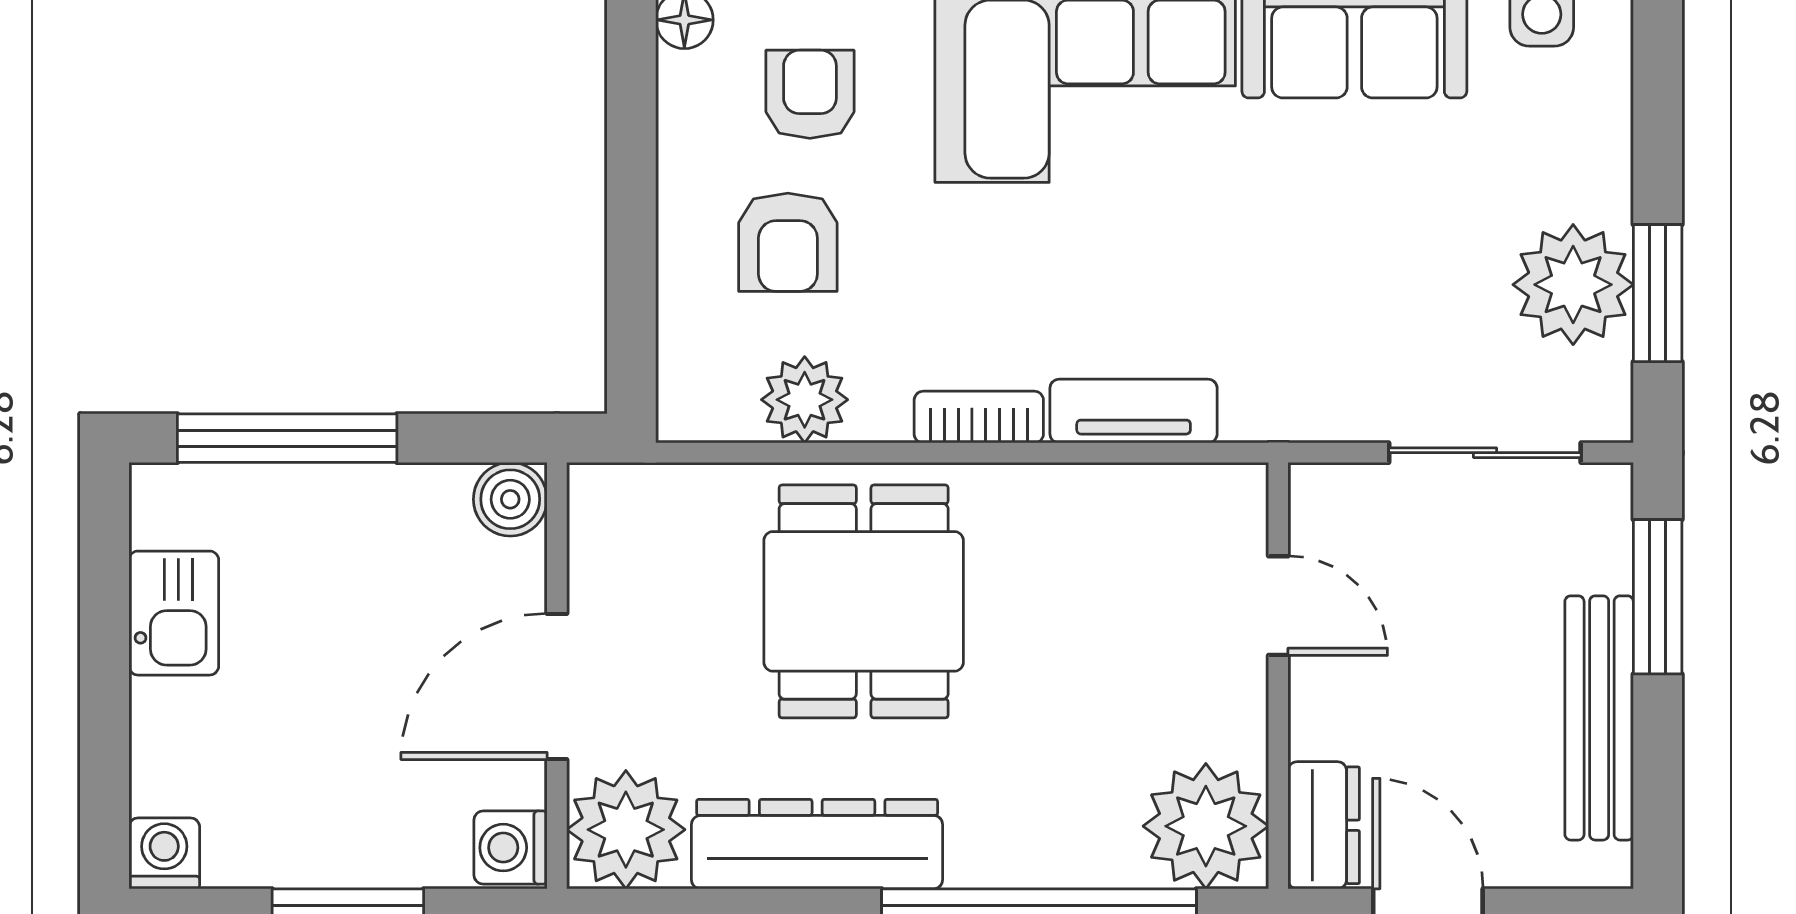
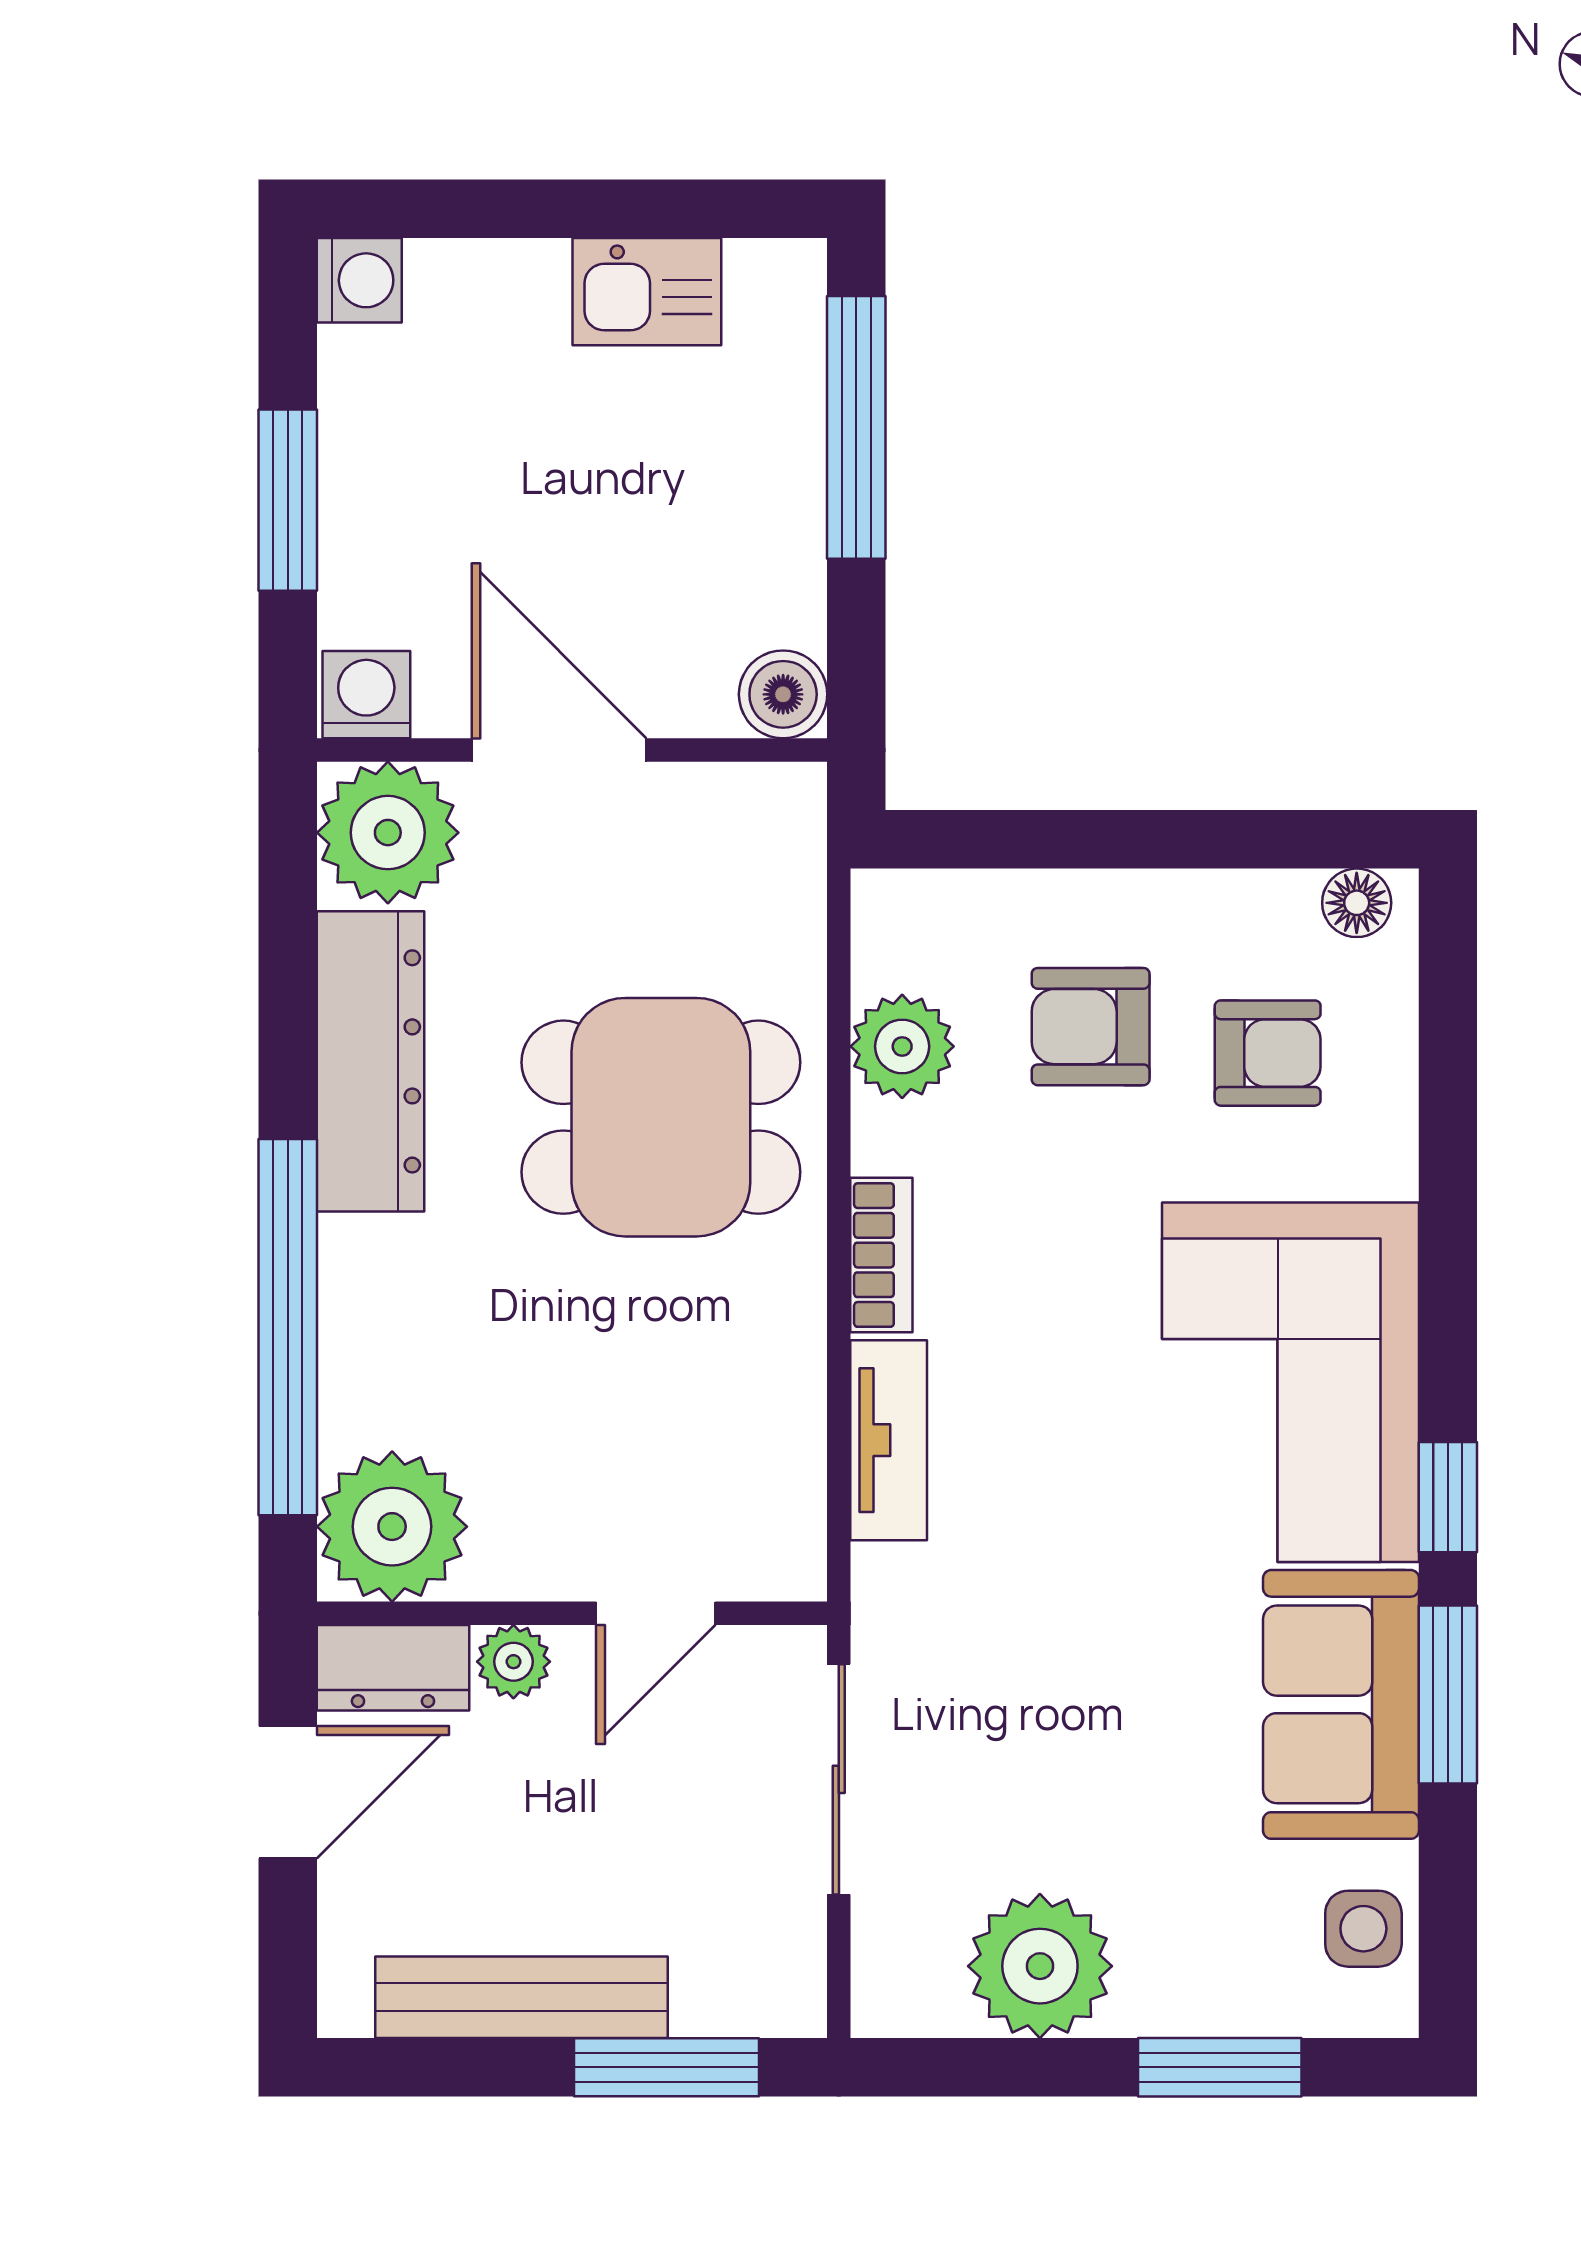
window: (1658, 293) -> (1220, 2067), moved
sliding door: (1485, 453) -> (839, 1779), moved
plant: (1319, 725) -> (513, 1662), added

